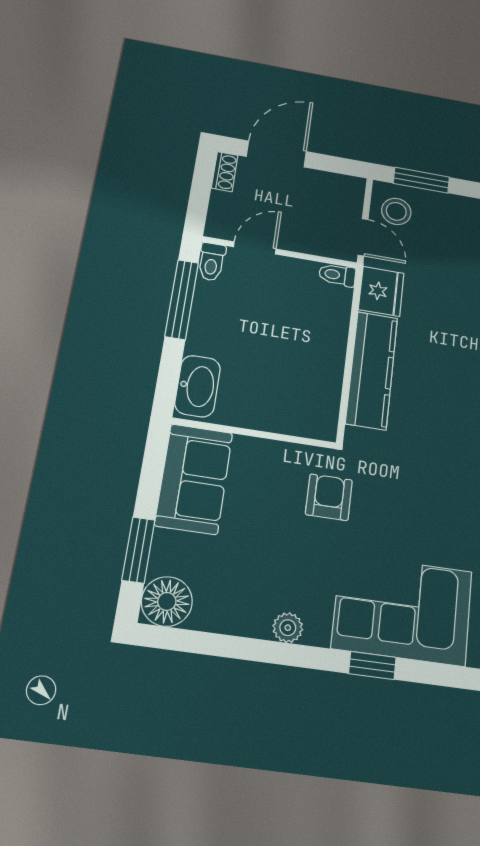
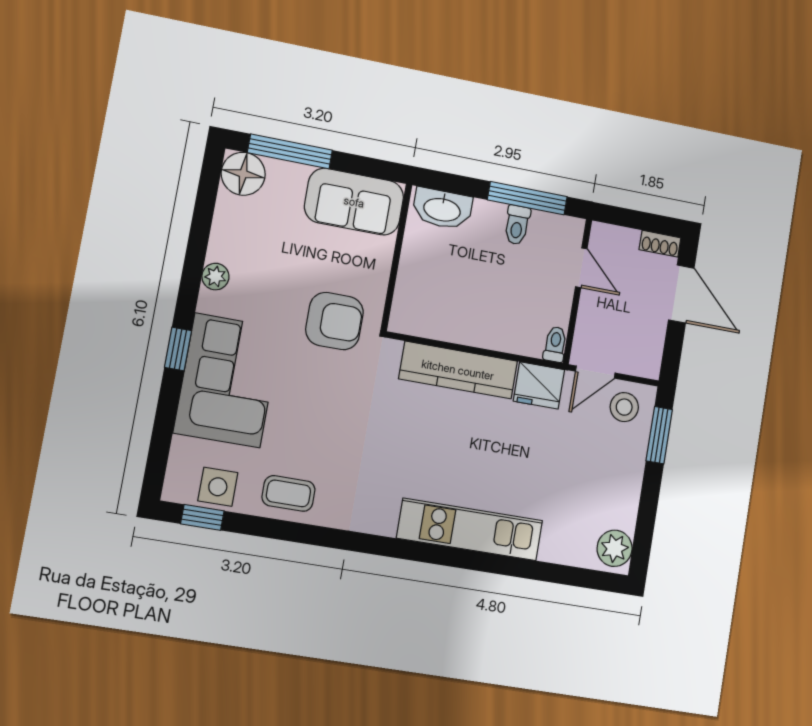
toilet: (212, 262) -> (517, 225), moved, turned -90
armchair: (329, 497) -> (335, 321), width x1.38, depth x1.38
window: (138, 550) -> (290, 151), width x1.44

